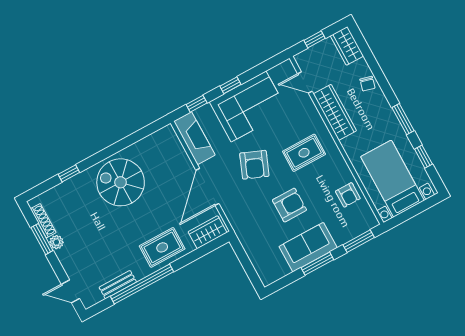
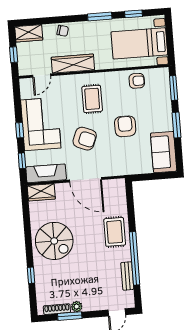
spiral stairs: (121, 182) -> (54, 241), turned -90
wardrobe: (208, 232) -> (41, 192), moved, turned -90
sofa: (308, 247) -> (164, 152), moved

